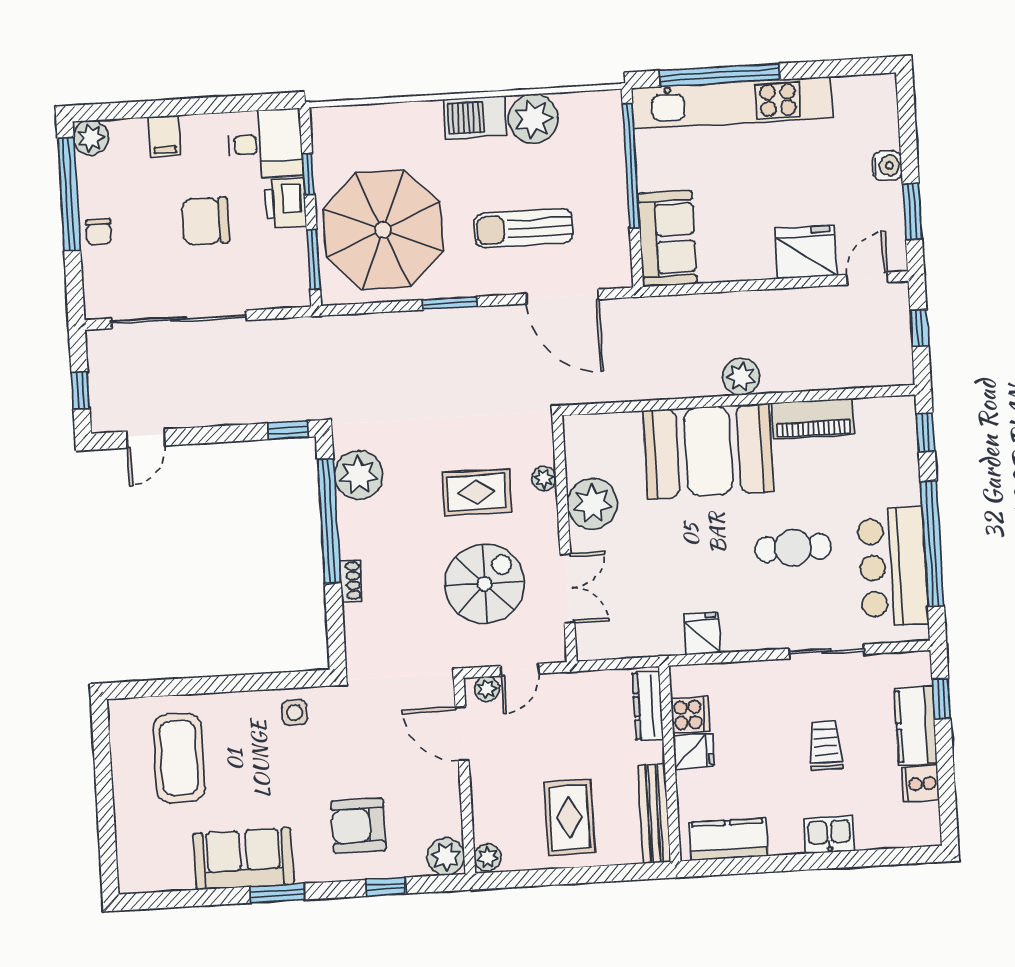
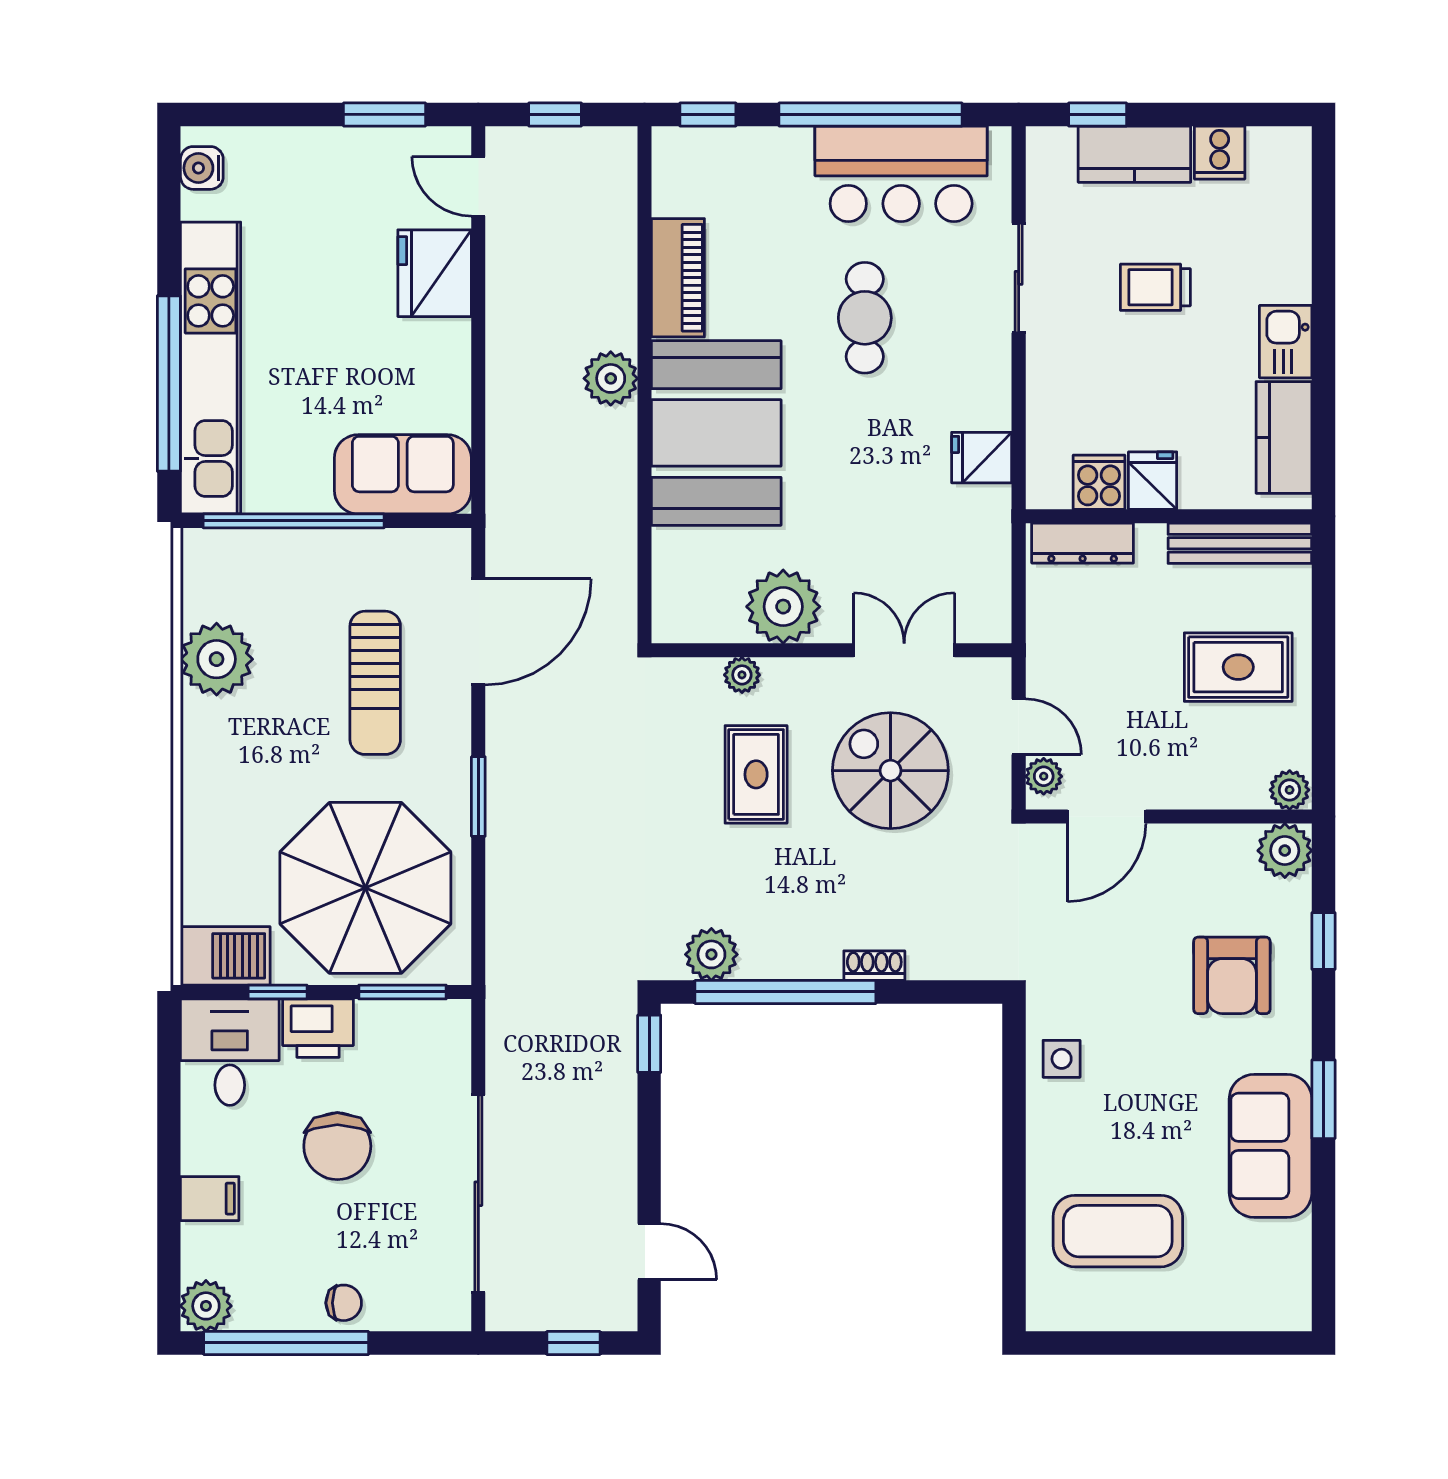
barbecue: (475, 117) -> (225, 956), moved, turned -90
water cooler: (887, 166) -> (202, 168), moved, turned -90
plant: (359, 475) -> (711, 954), width x0.73, depth x0.73
kitchen sink: (829, 834) -> (1286, 342), moved

